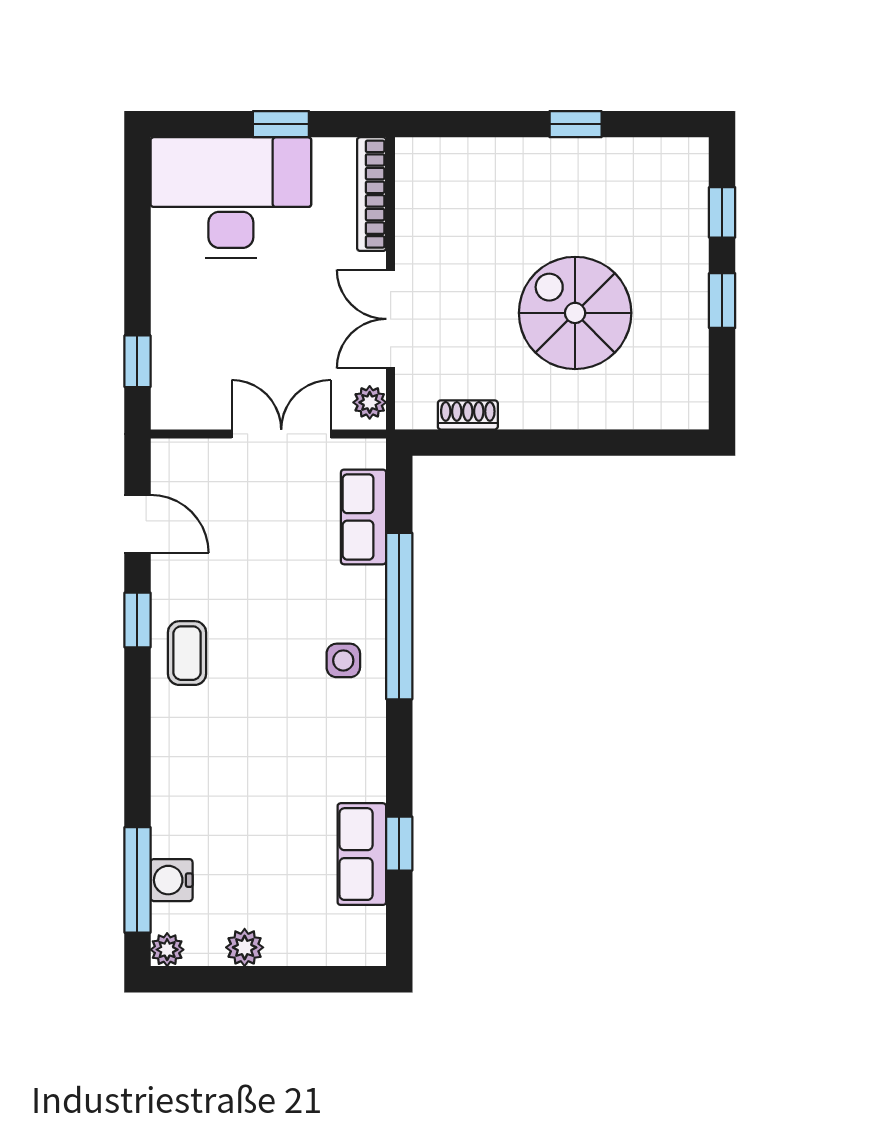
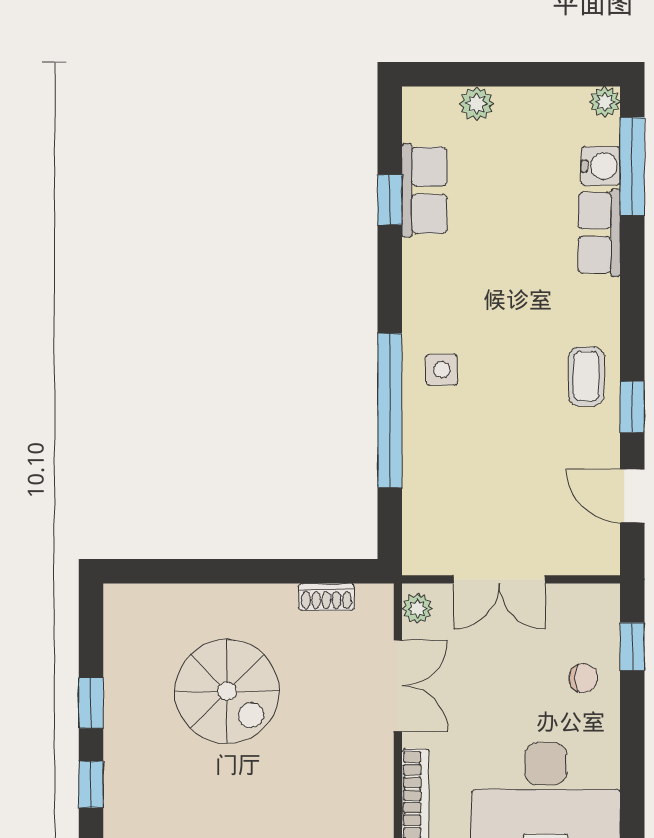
chair: (190, 327) -> (583, 678), added
row of seats: (364, 517) -> (599, 233), moved, turned 180
plant: (245, 947) -> (477, 104), moved

